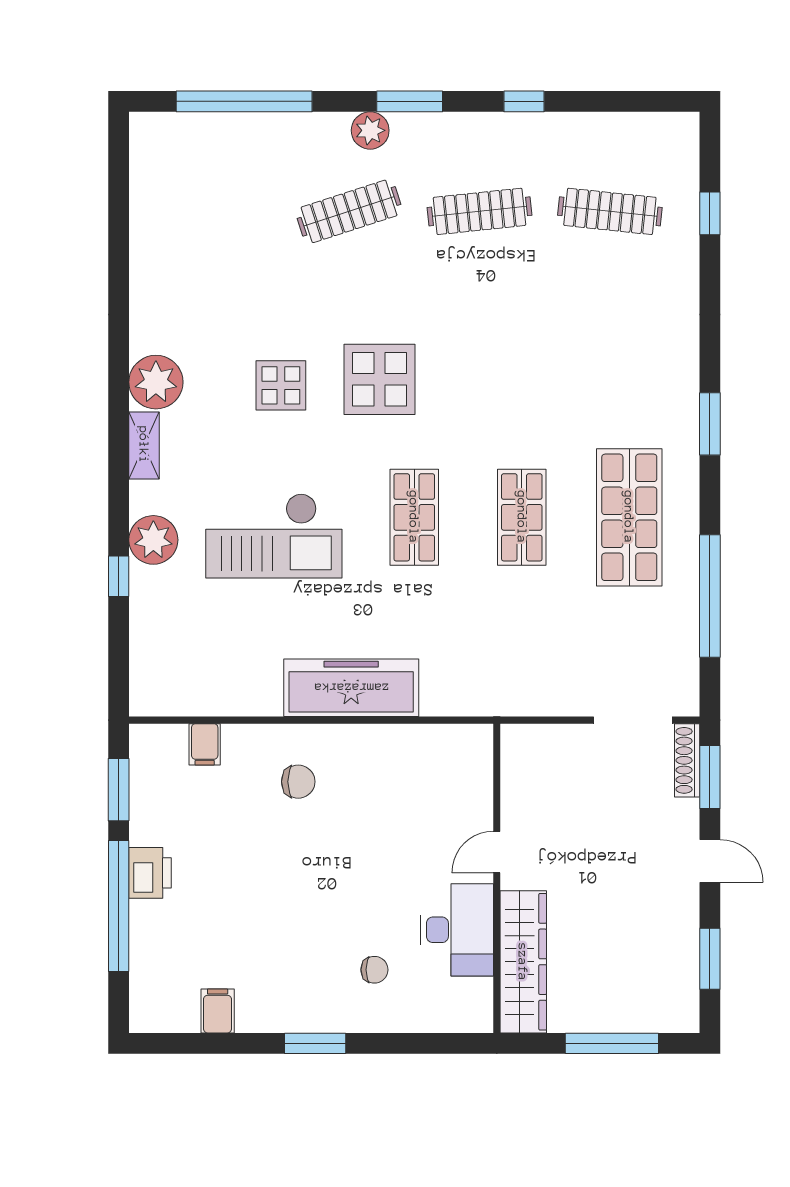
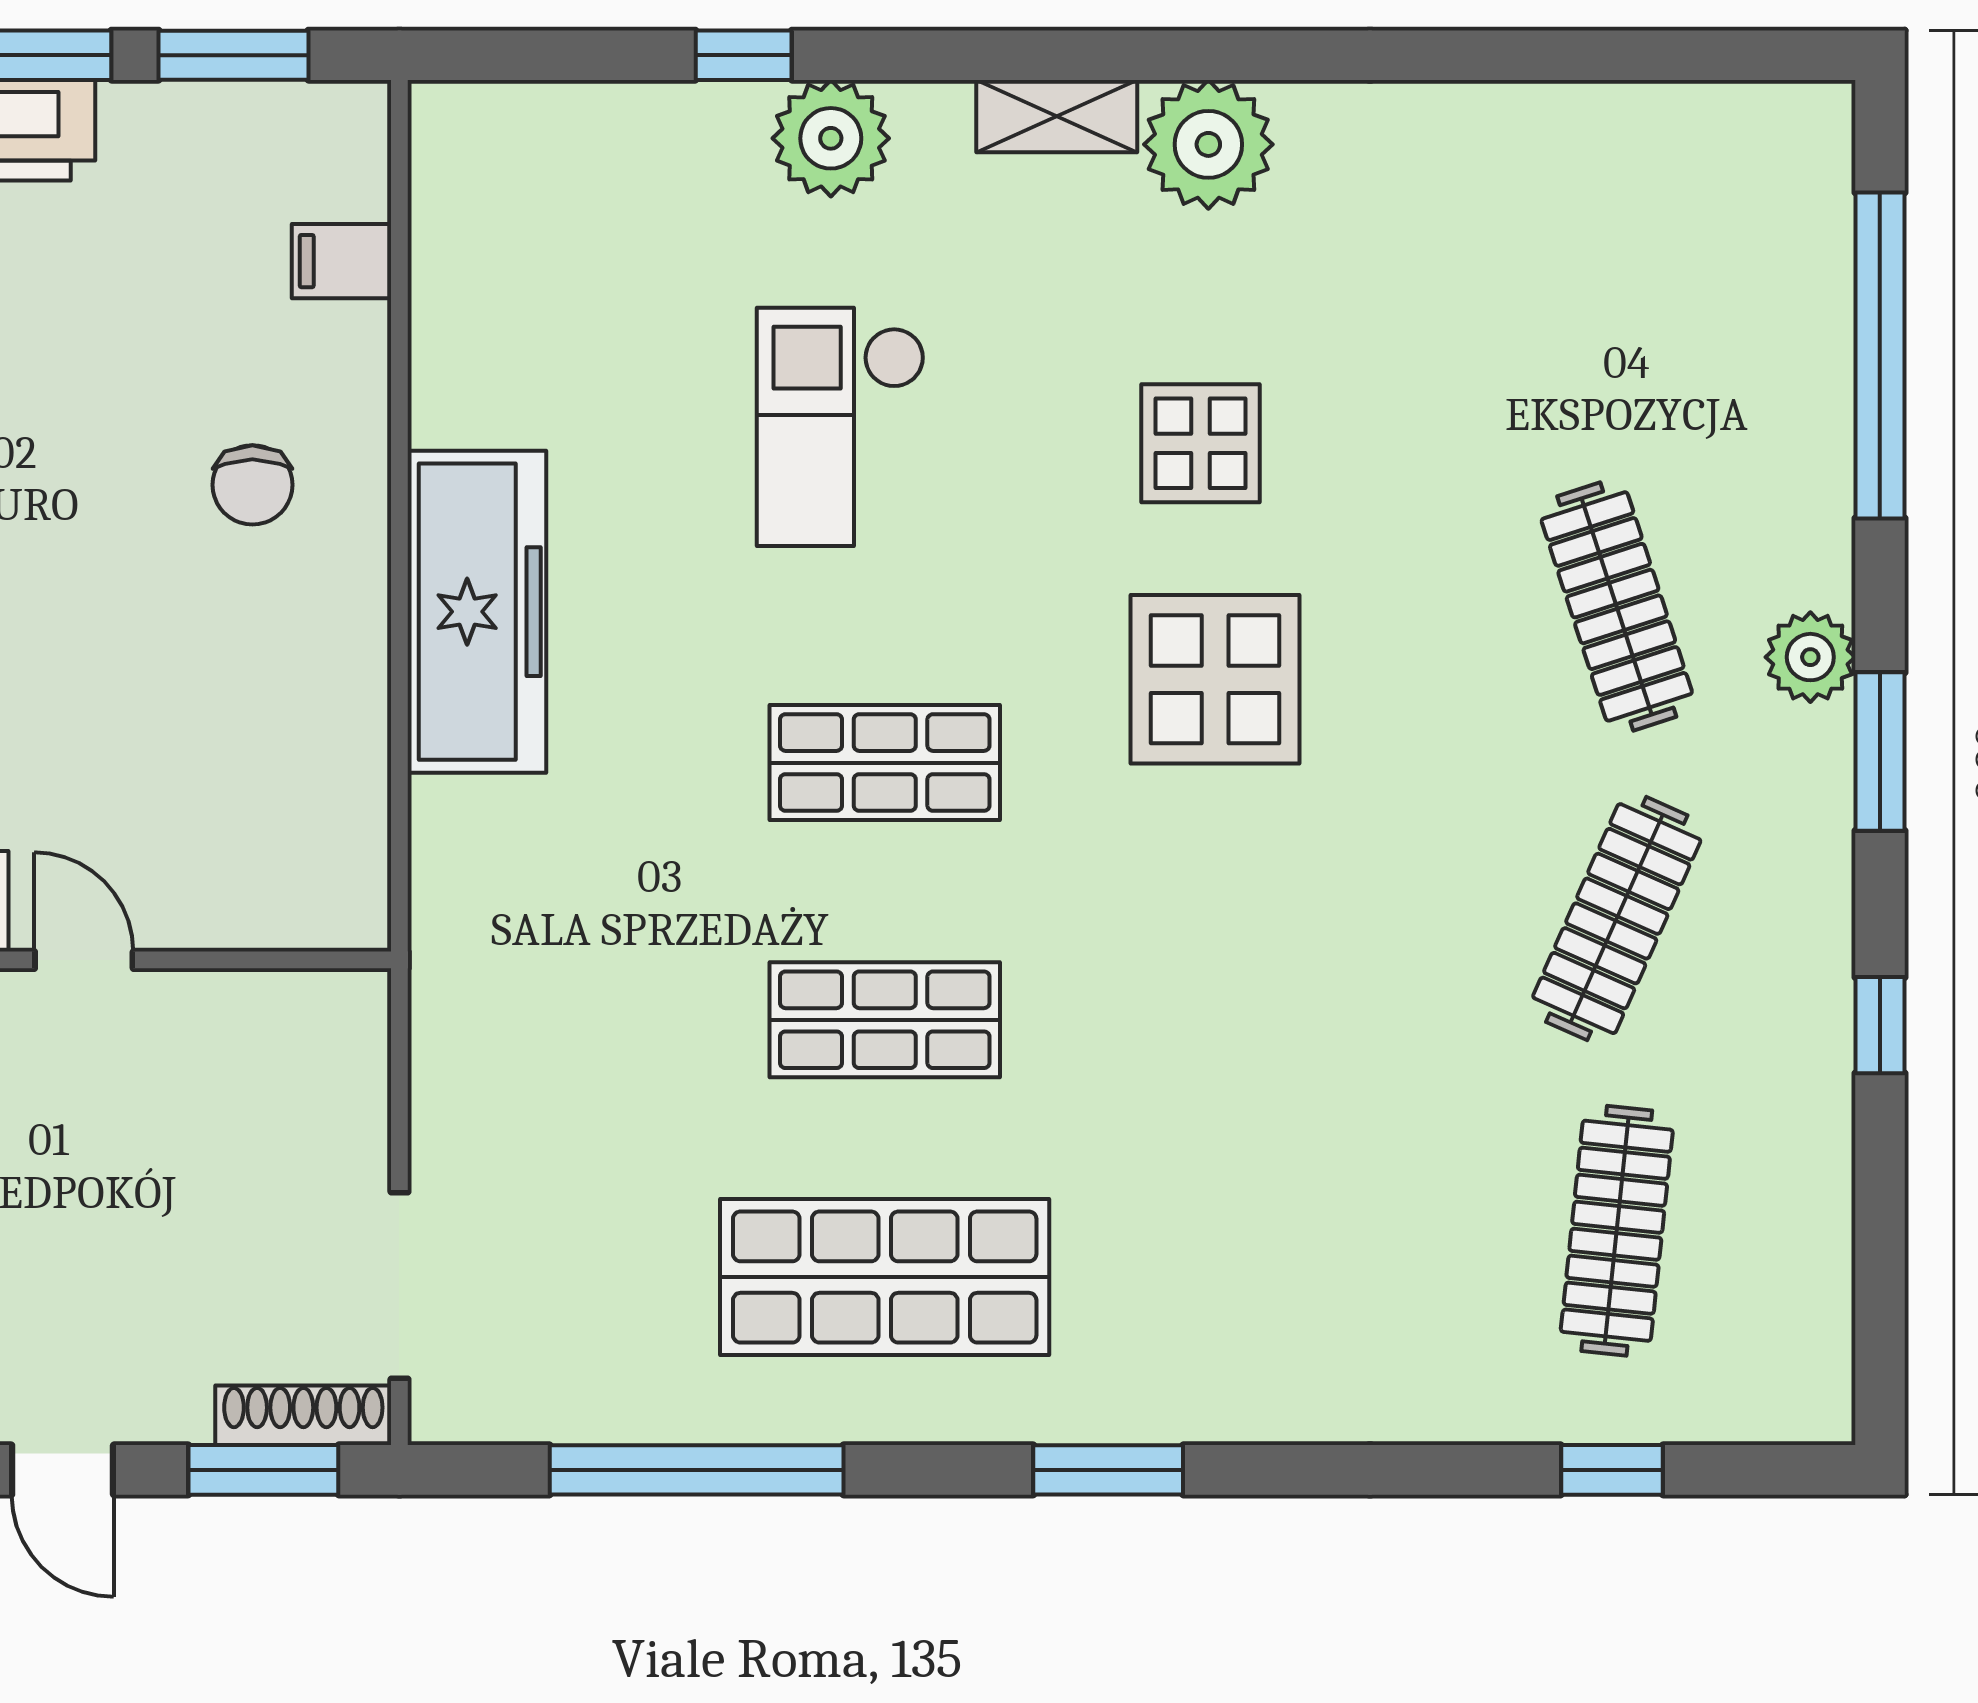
clothes rail: (479, 211) -> (1617, 919), turned 30
checkout: (274, 536) -> (841, 427), width x0.73, depth x0.83
door: (710, 861) -> (63, 1470), hinge flipped

